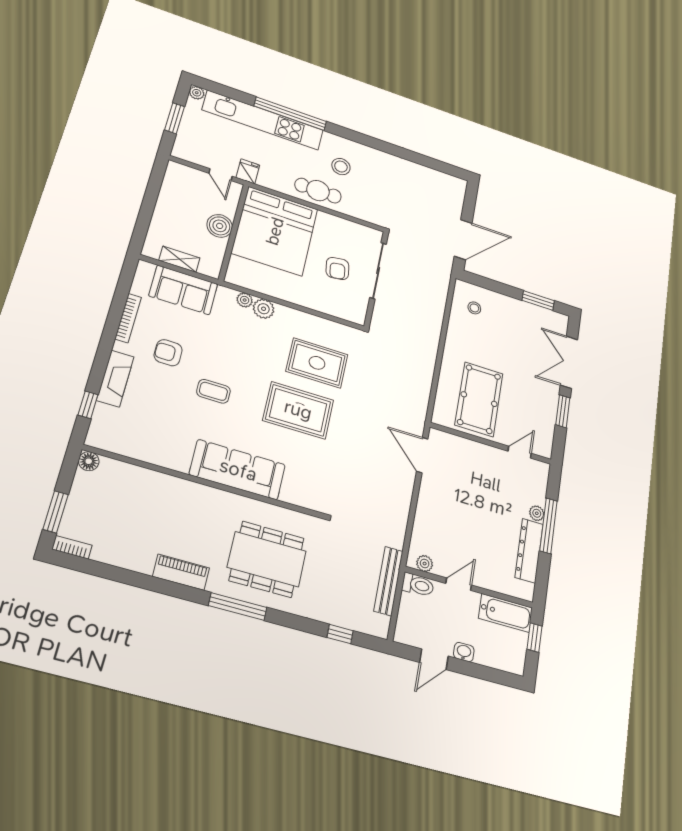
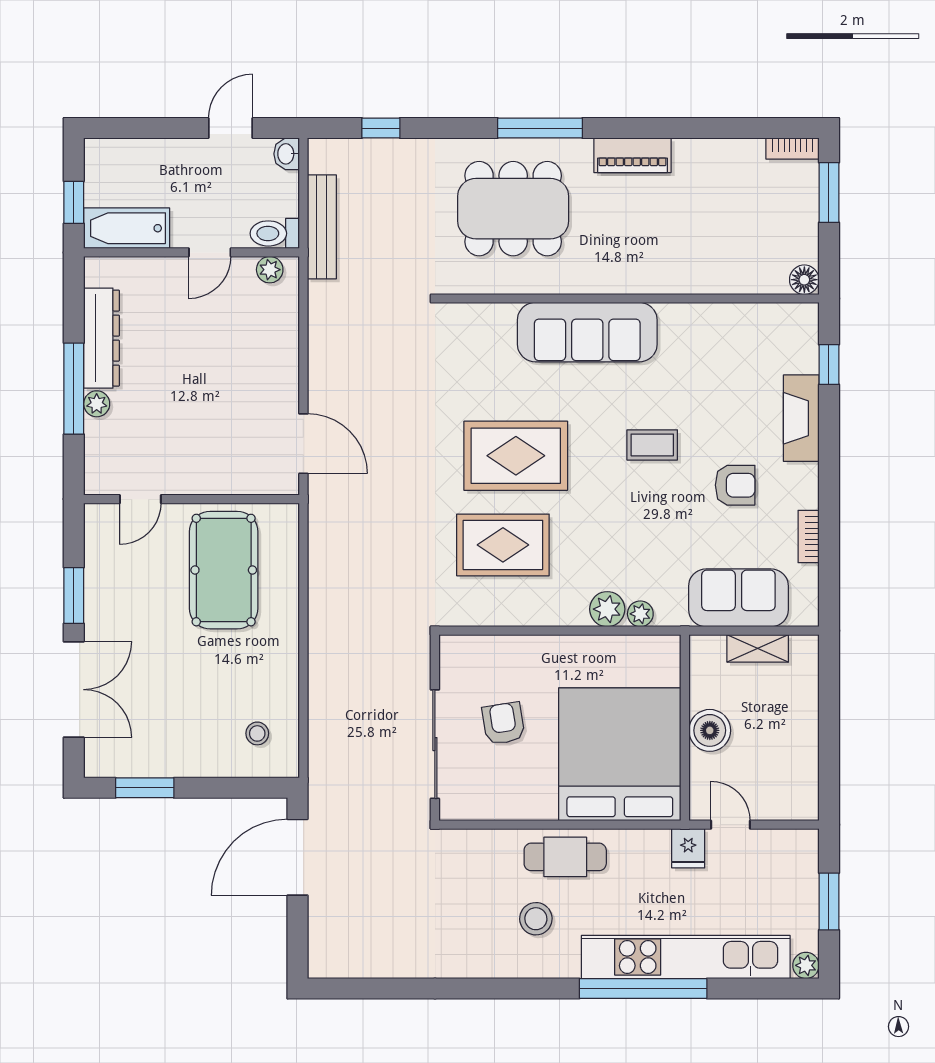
bookcase: (128, 318) -> (809, 537), width x0.64
washbasin: (464, 652) -> (287, 154), moved, turned 90

